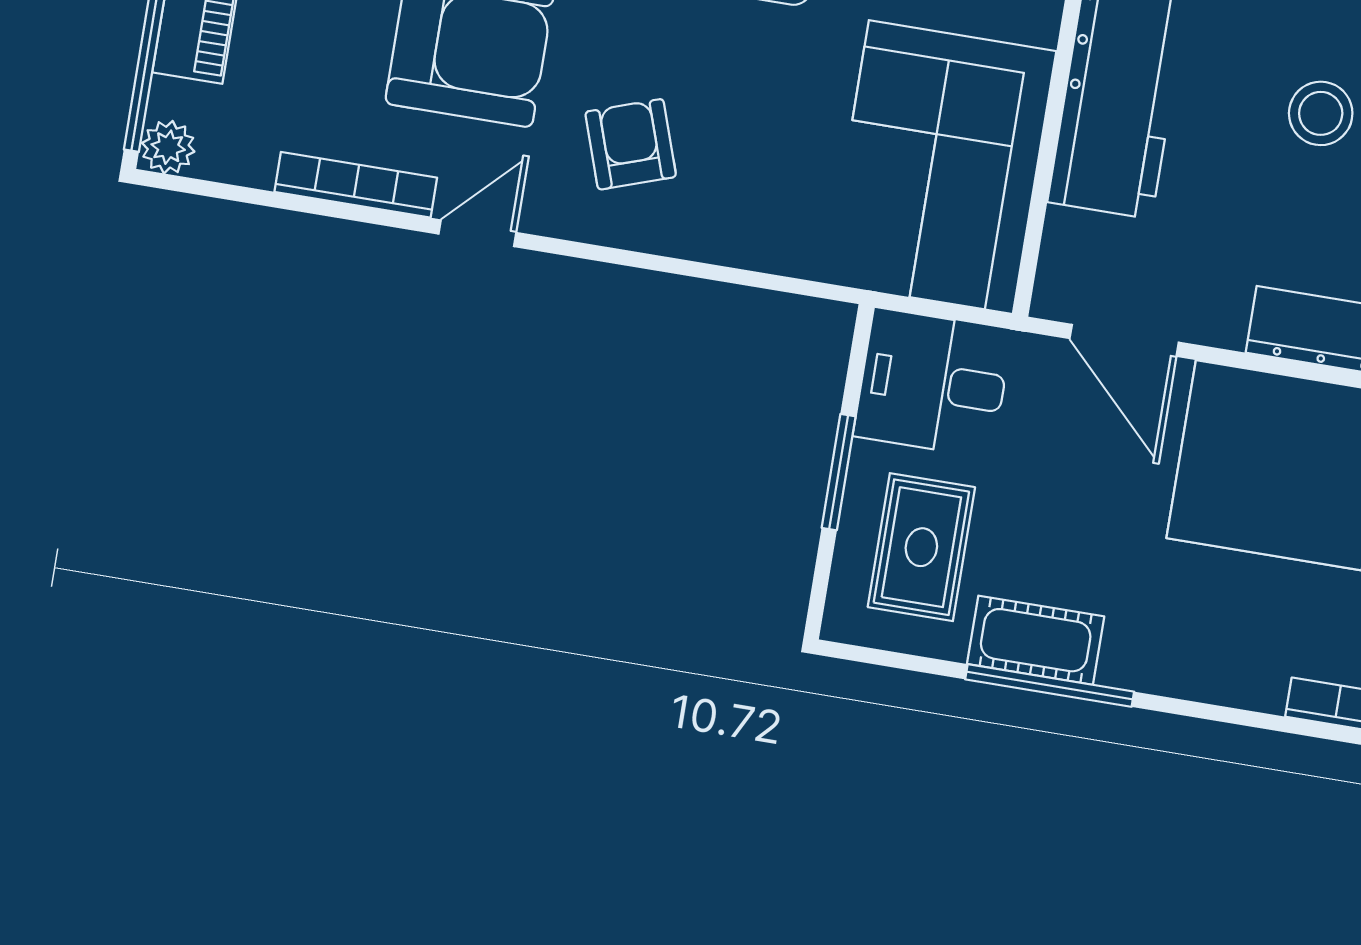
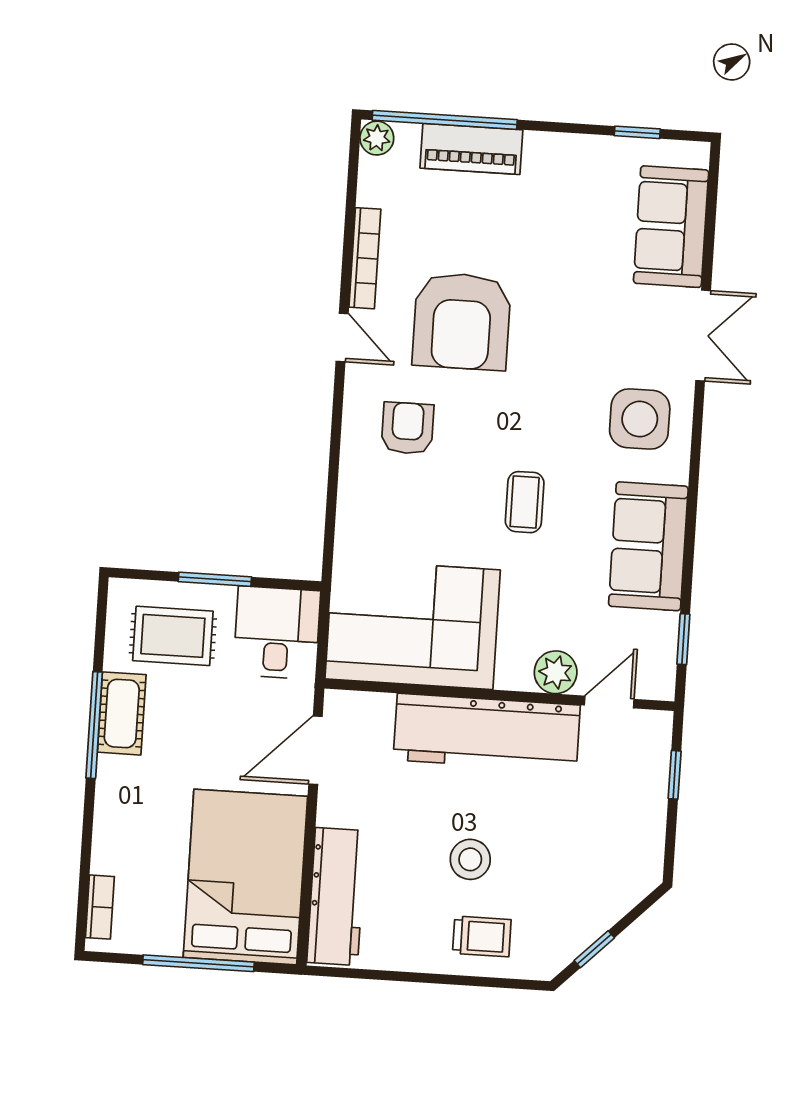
armchair: (631, 144) -> (408, 428), turned -71

